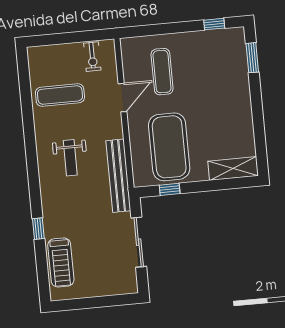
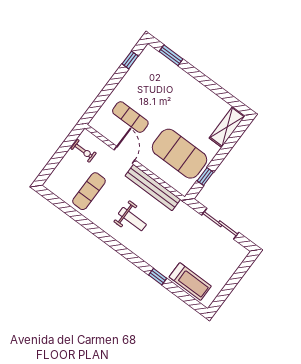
bench: (118, 176) -> (153, 188), moved

